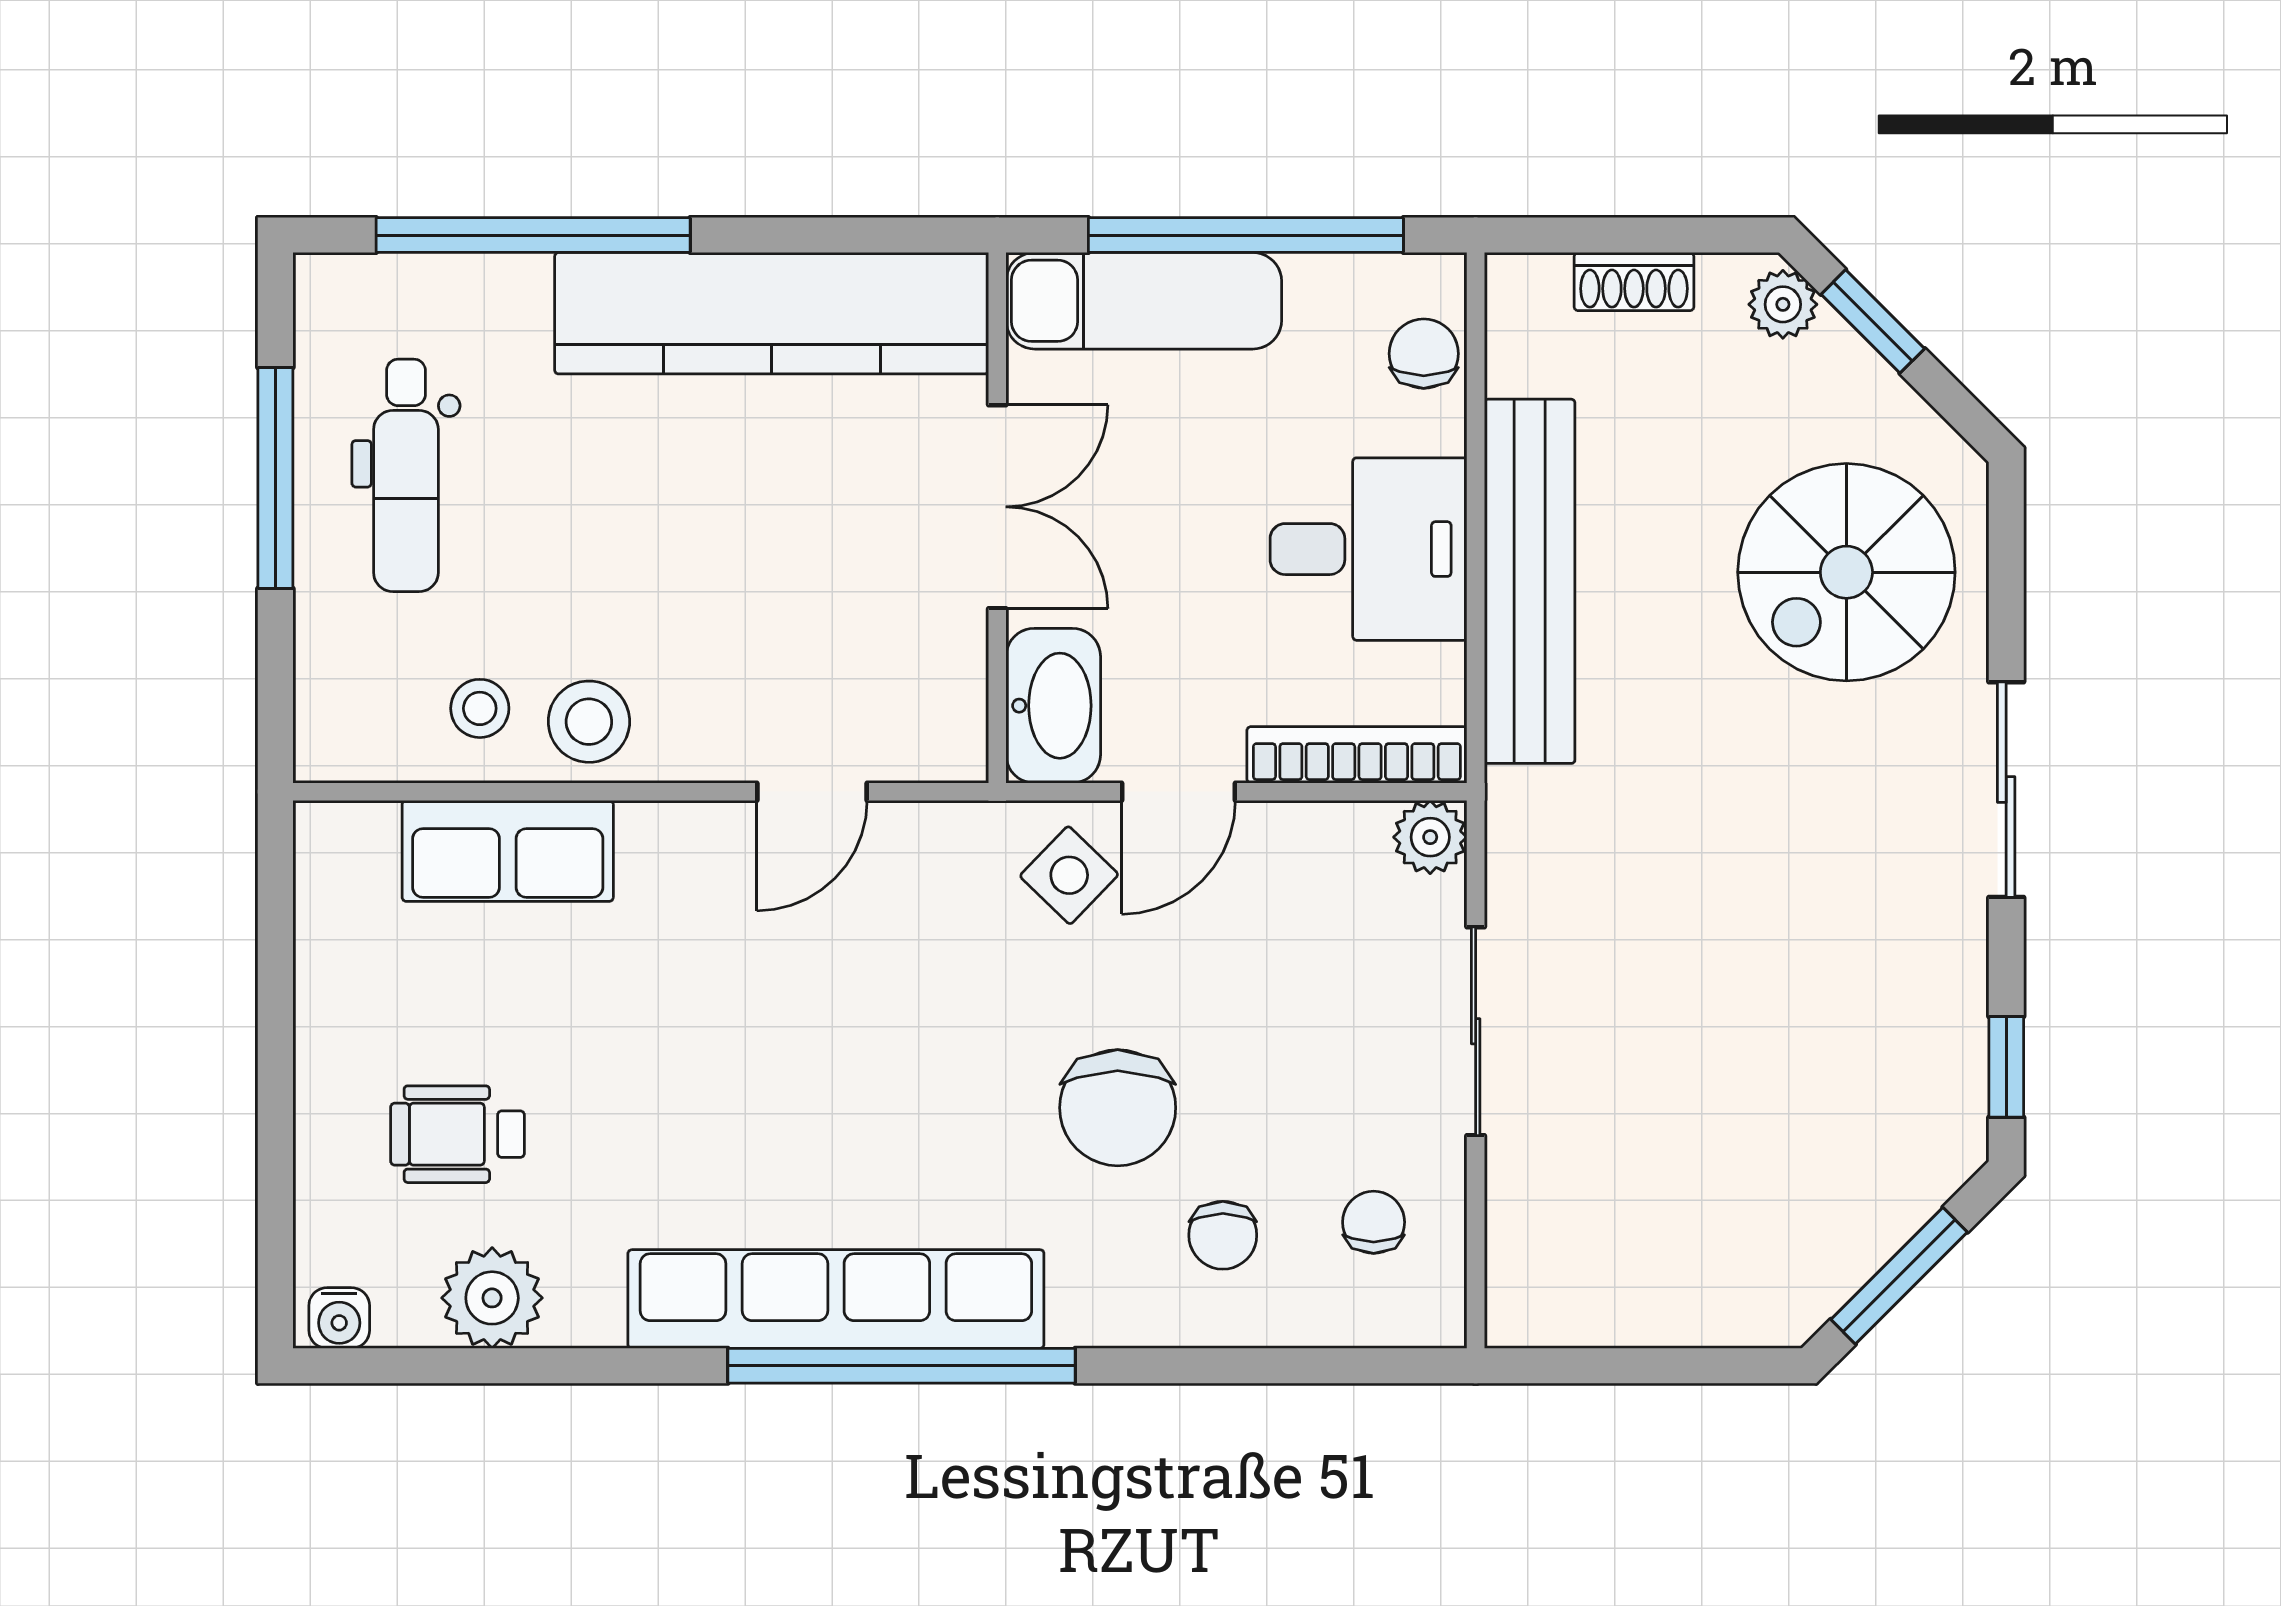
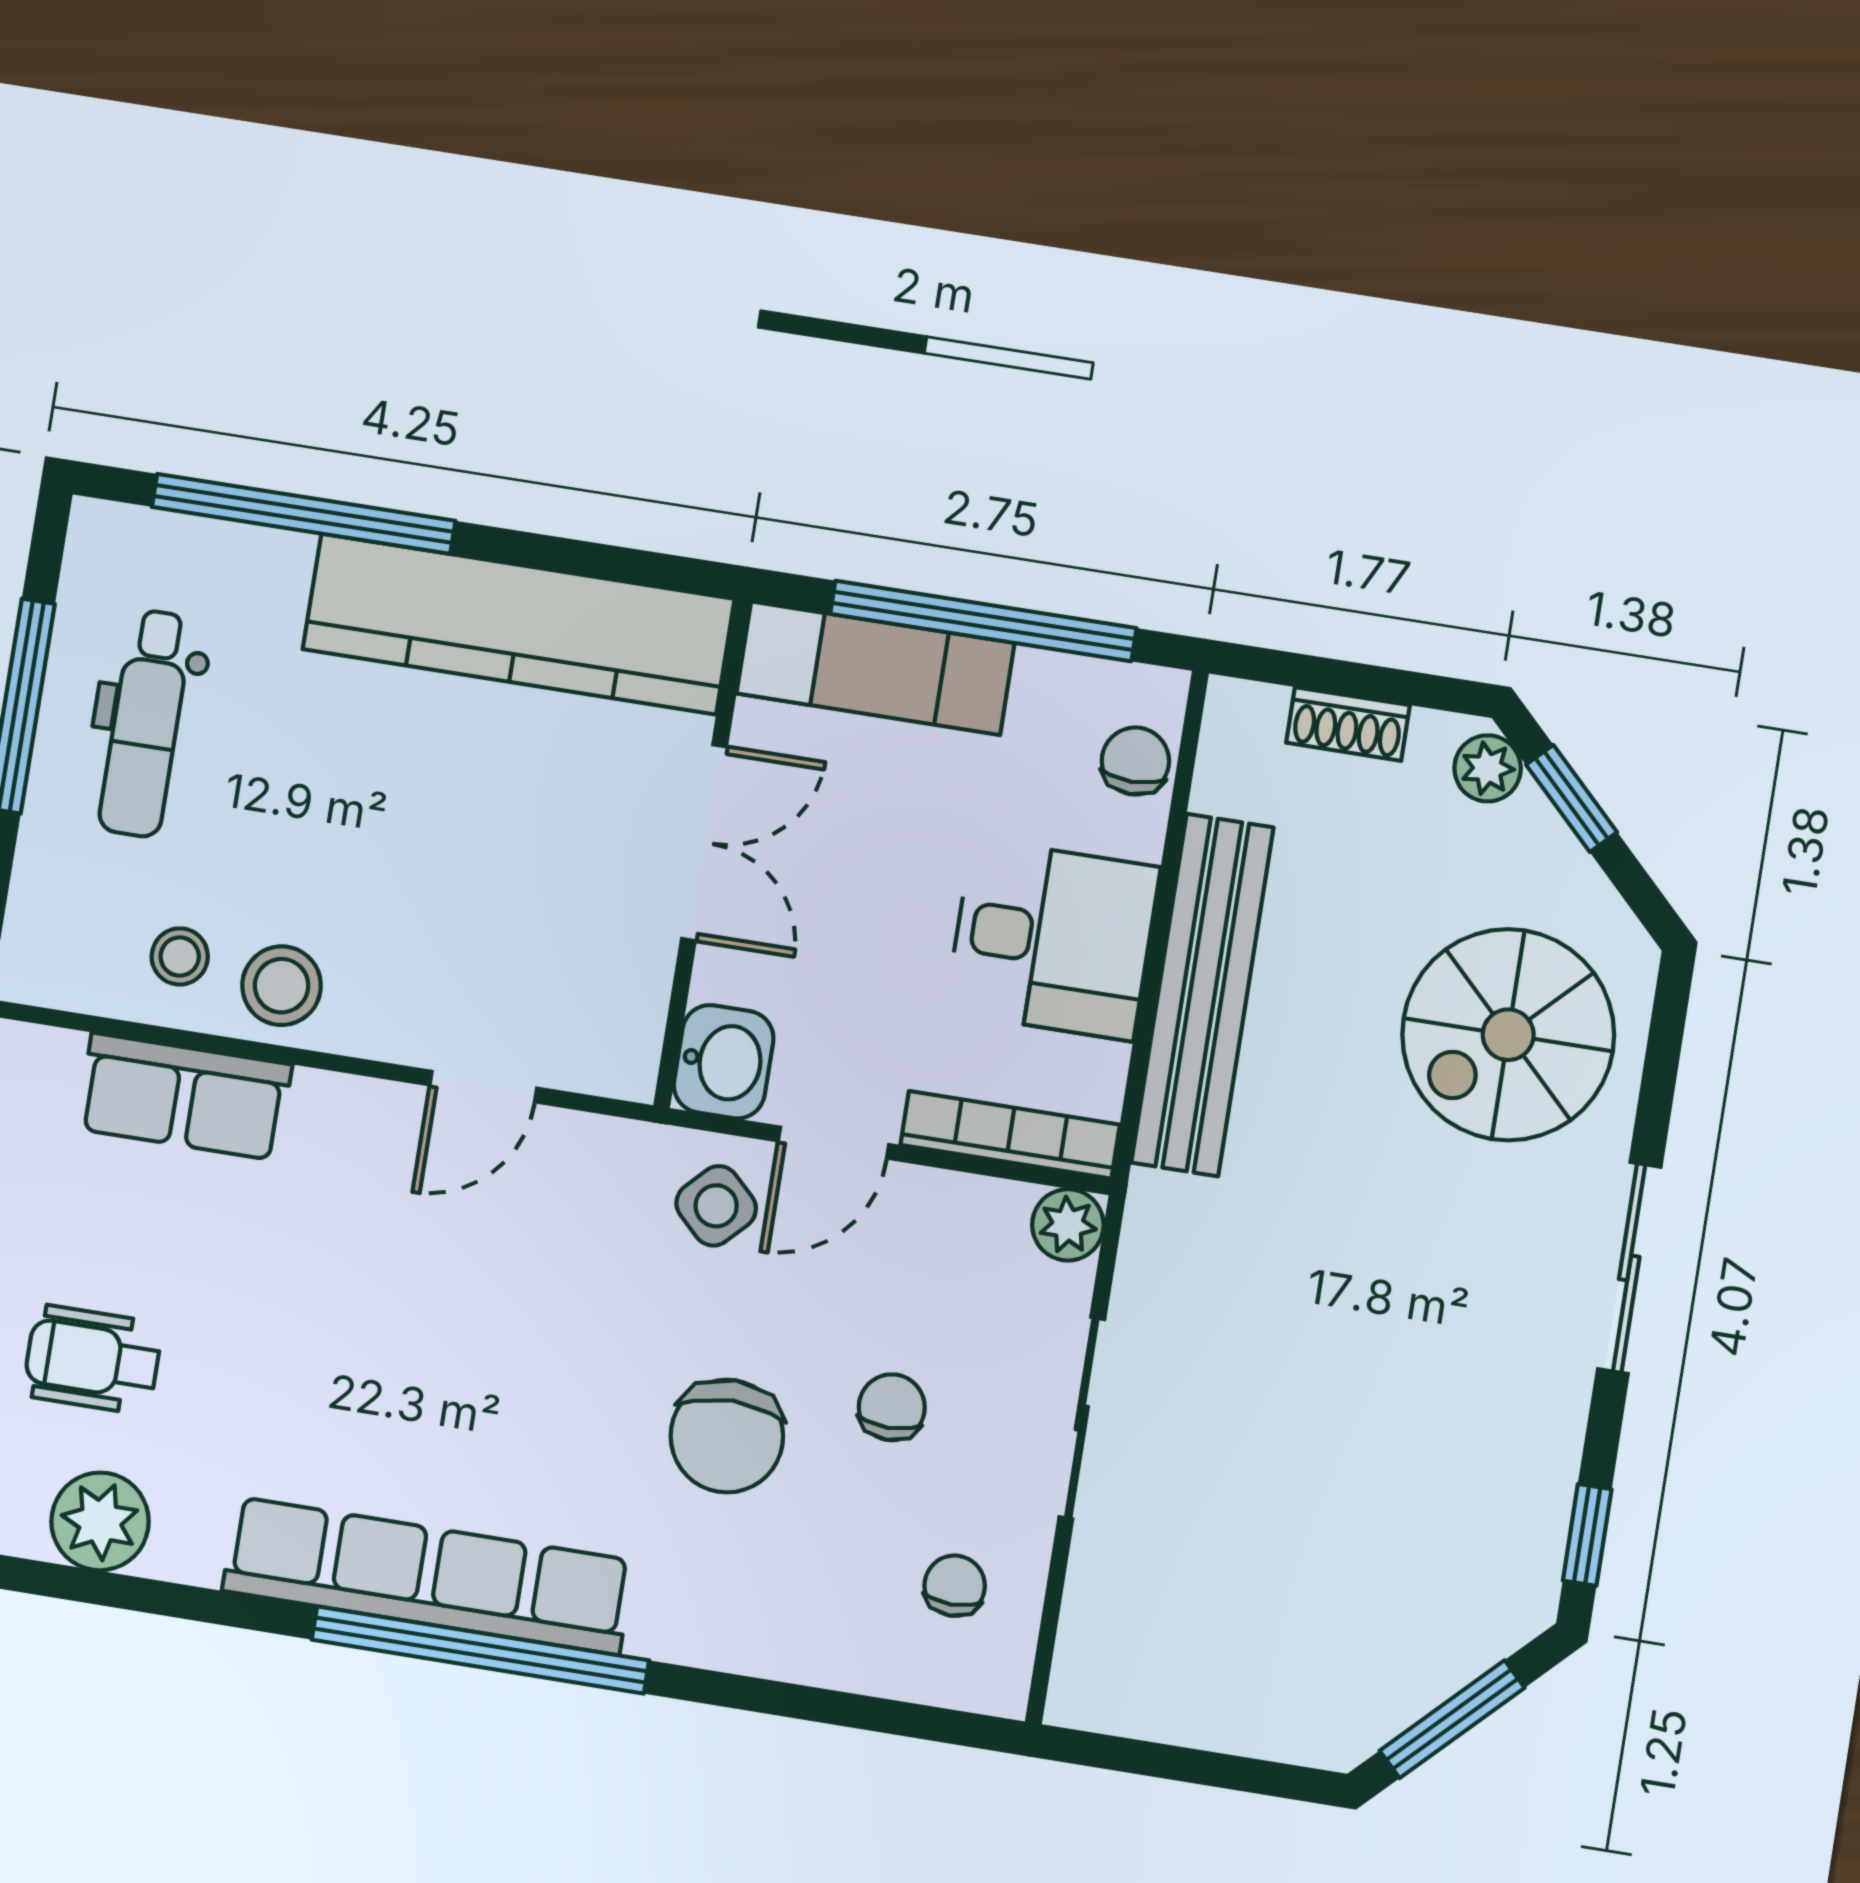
washbasin: (1053, 706) -> (724, 1062), width x0.72
chair: (1223, 1235) -> (892, 1407), moved, turned 180

